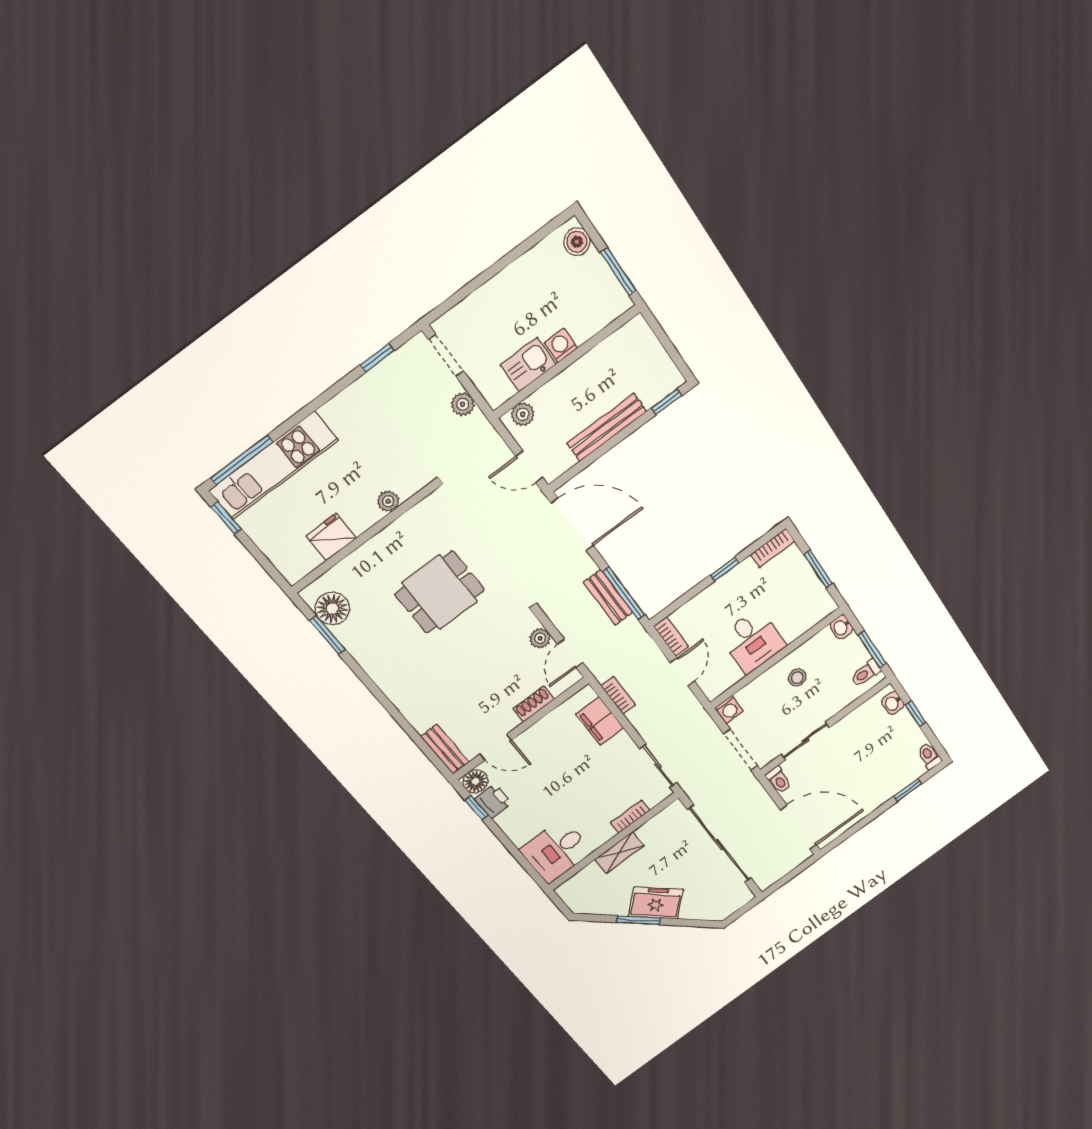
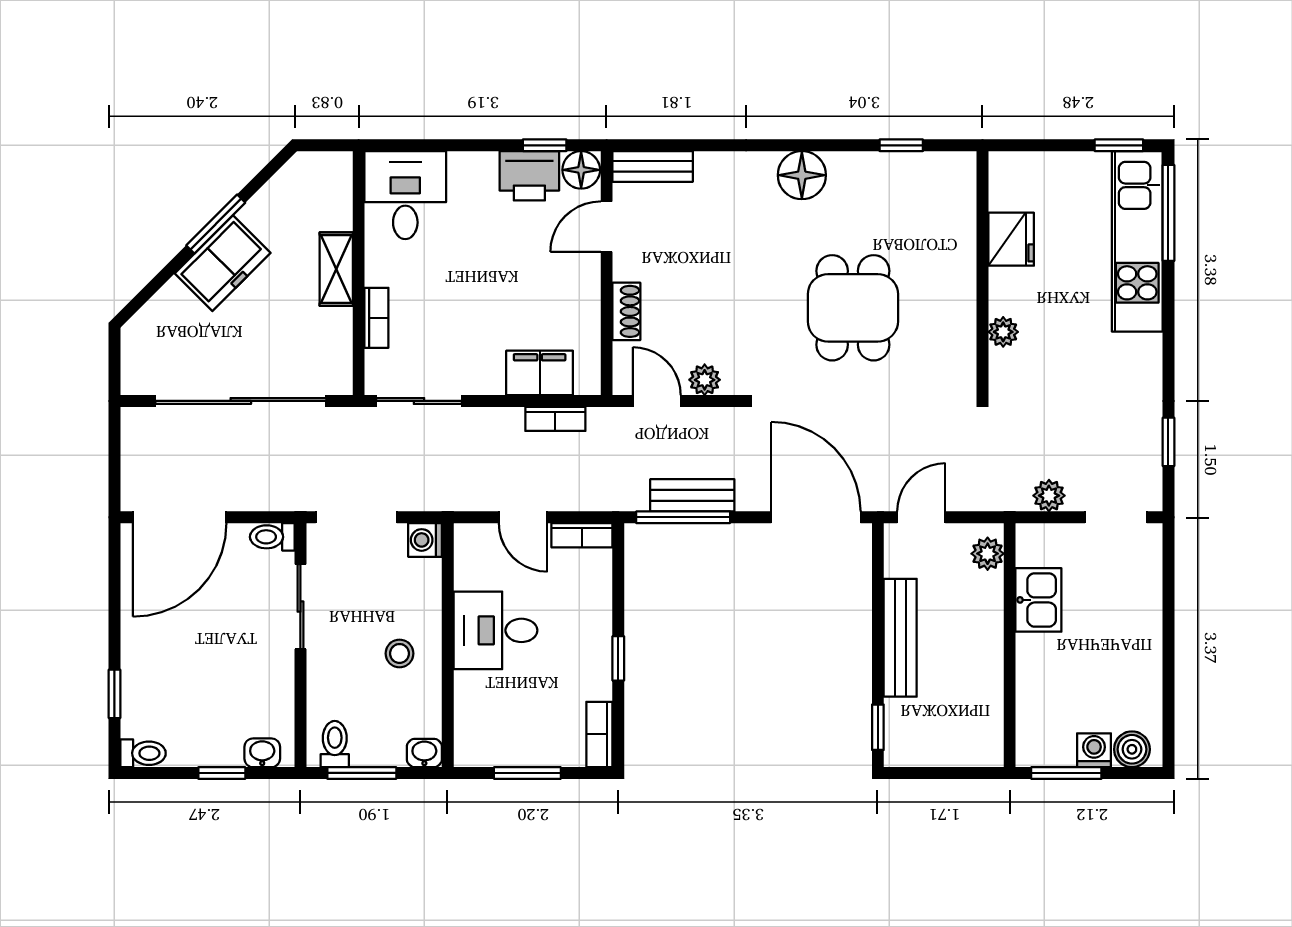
washing machine: (561, 345) -> (1094, 750), moved, turned -90
door: (572, 524) -> (816, 517), swing flipped
floor lamp: (332, 609) -> (802, 175), moved
window: (328, 635) -> (901, 145), width x0.67
printer: (493, 801) -> (529, 176), width x1.36, depth x1.24

